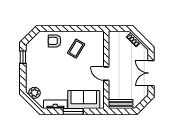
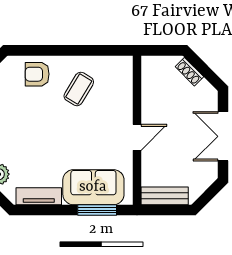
door: (106, 74) -> (137, 137), swing flipped
window: (73, 111) -> (97, 210), moved

